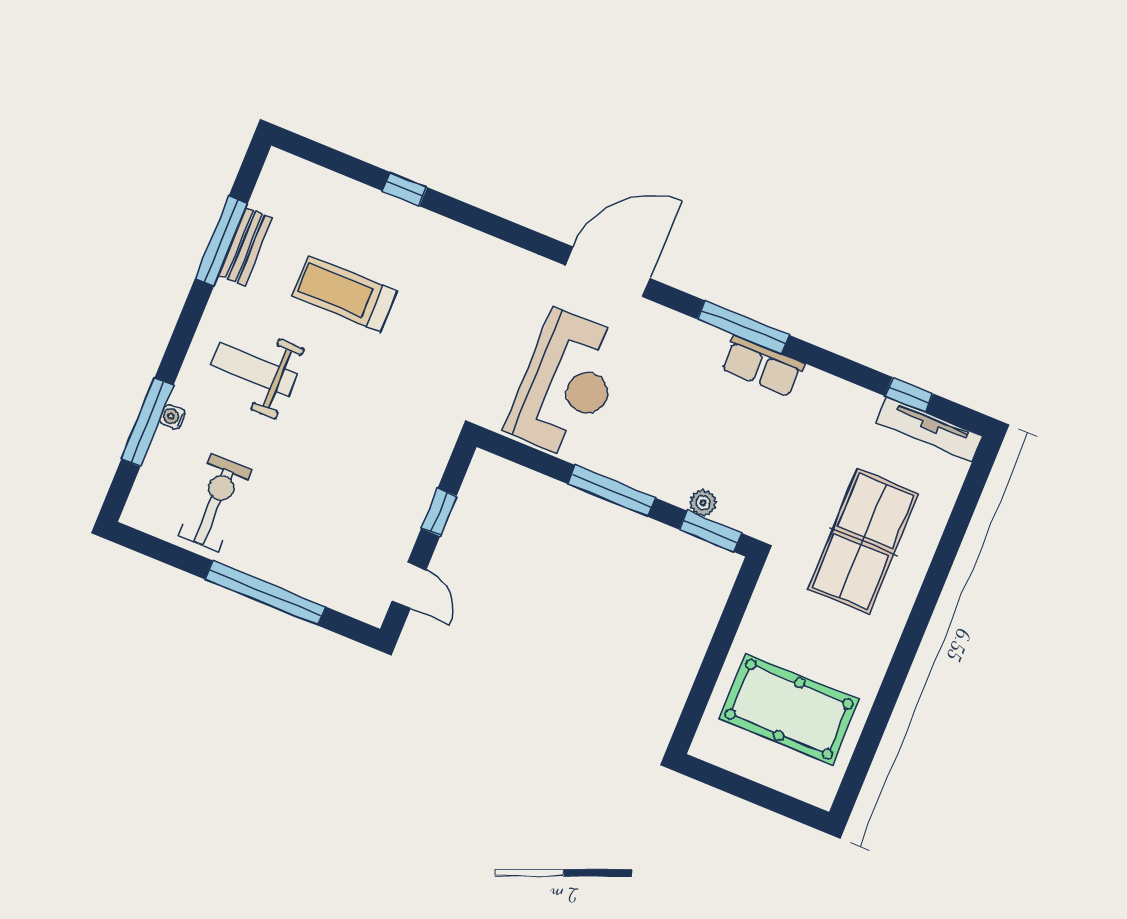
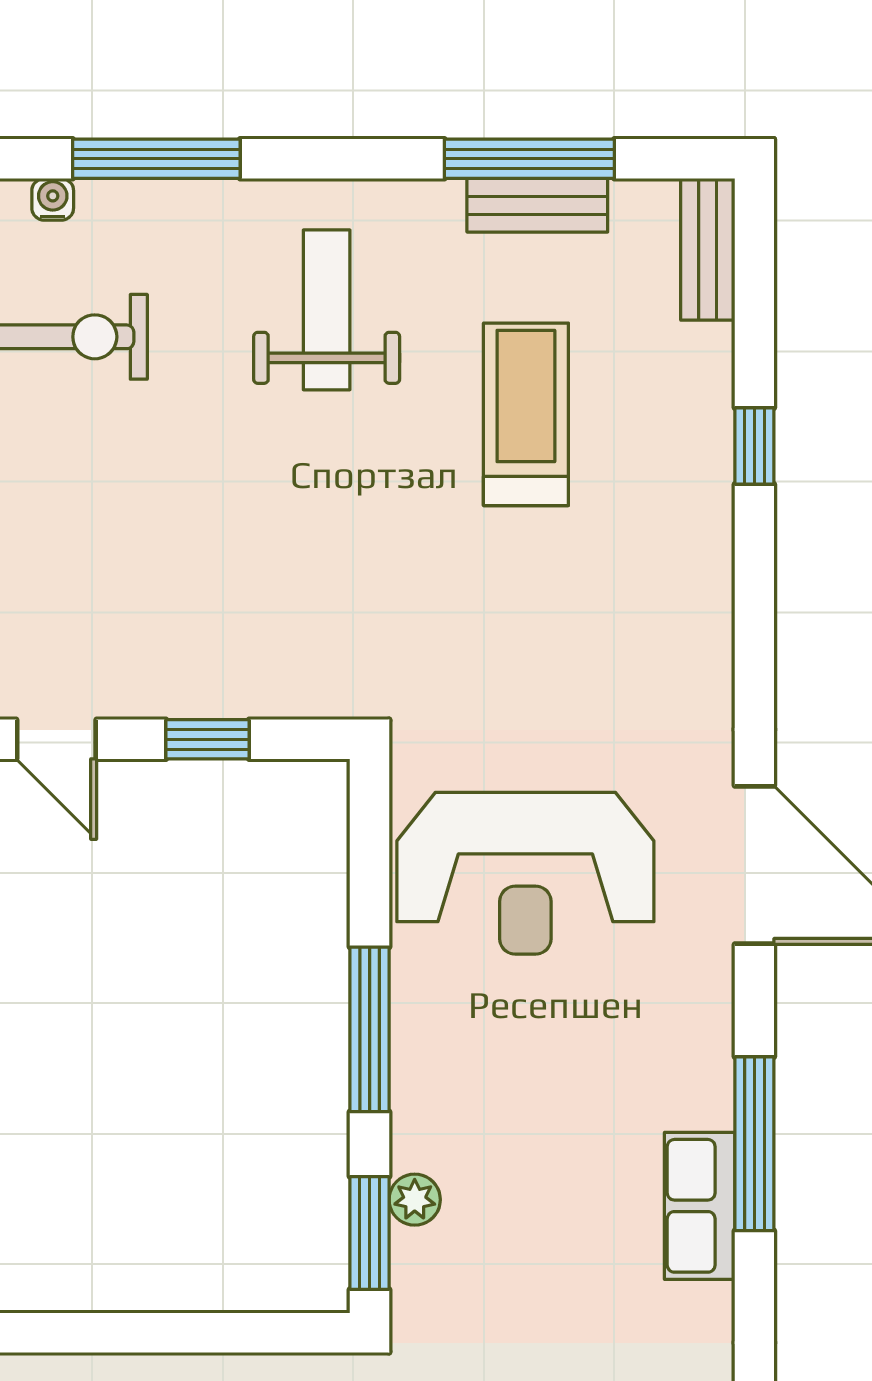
bench: (300, 173) -> (708, 249), added
water cooler: (172, 417) -> (53, 199), moved
door: (409, 585) -> (56, 739), hinge flipped

